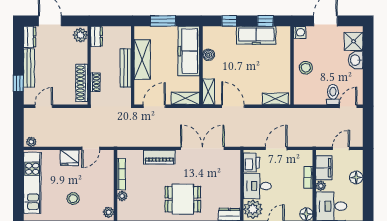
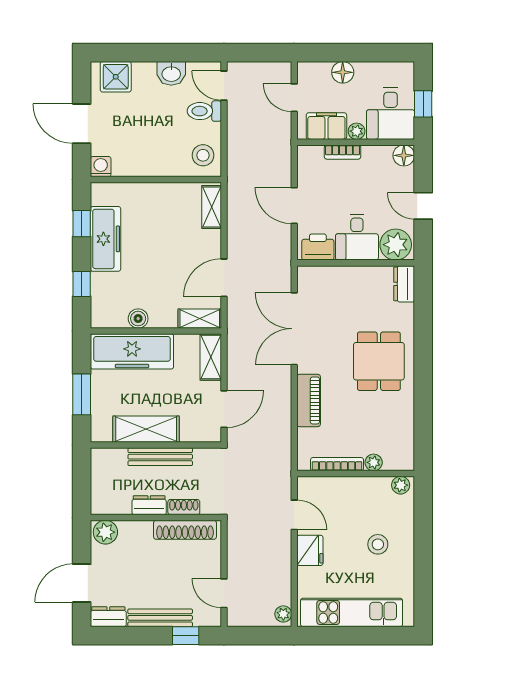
dresser: (97, 36) -> (149, 505), moved
washbasin: (356, 60) -> (171, 73), moved
stool: (306, 68) -> (203, 155), moved
door: (154, 106) -> (224, 409), swing flipped

